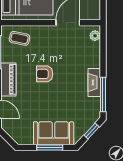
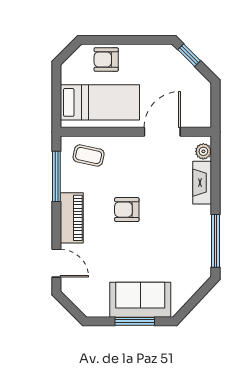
fireplace: (94, 82) -> (202, 183), moved
window: (92, 131) -> (198, 296), removed

